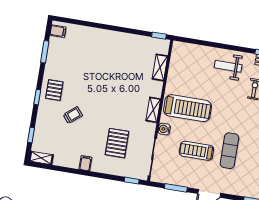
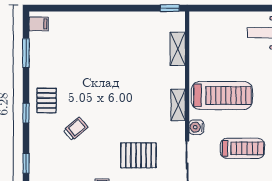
pallet: (117, 143) -> (138, 155), turned 90
treadmill: (196, 151) -> (242, 148), turned 180

